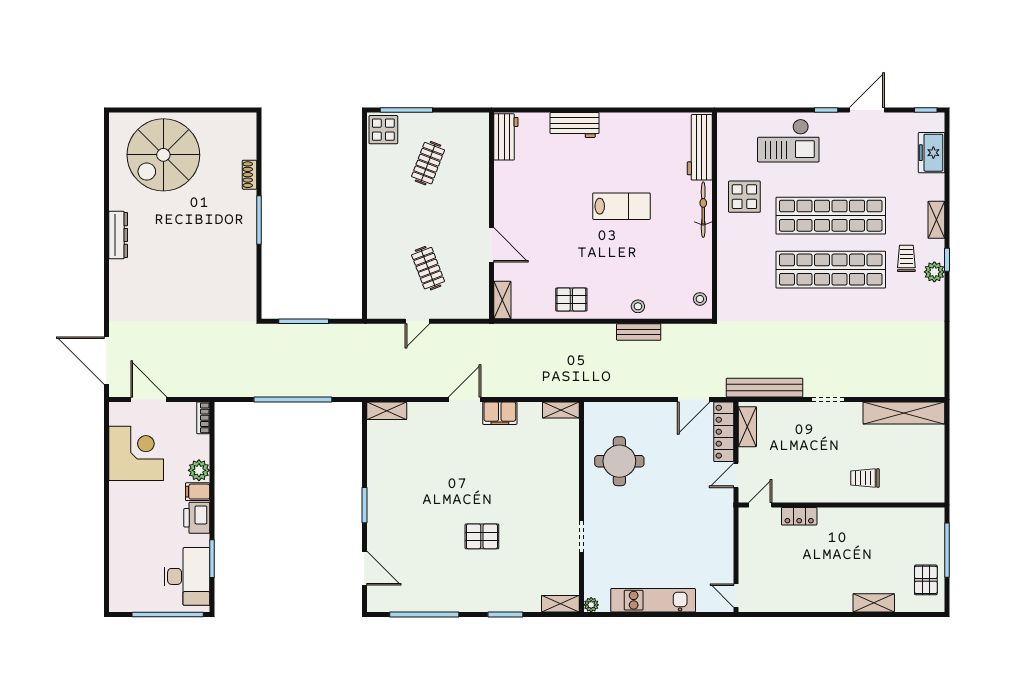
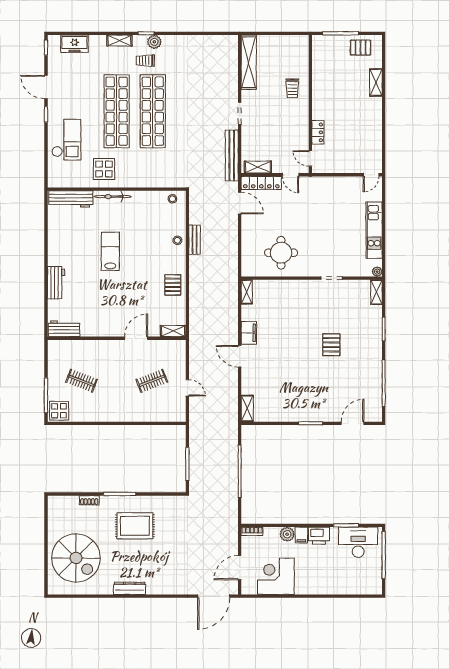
rug: (211, 243) -> (135, 526), added

